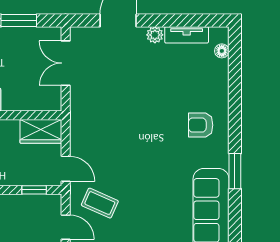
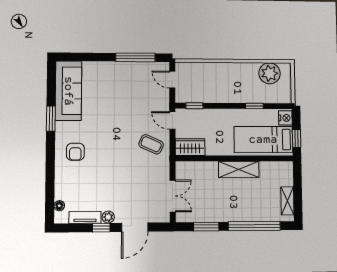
window: (164, 20) -> (101, 228), added
armchair: (201, 125) -> (75, 152), turned 90
coffee table: (100, 203) -> (151, 144), moved

